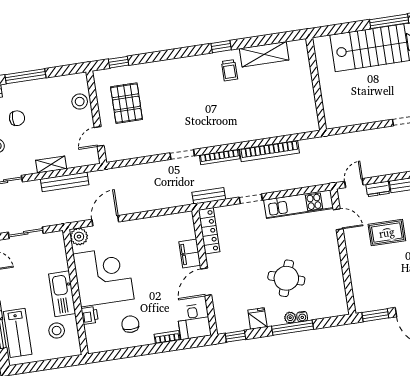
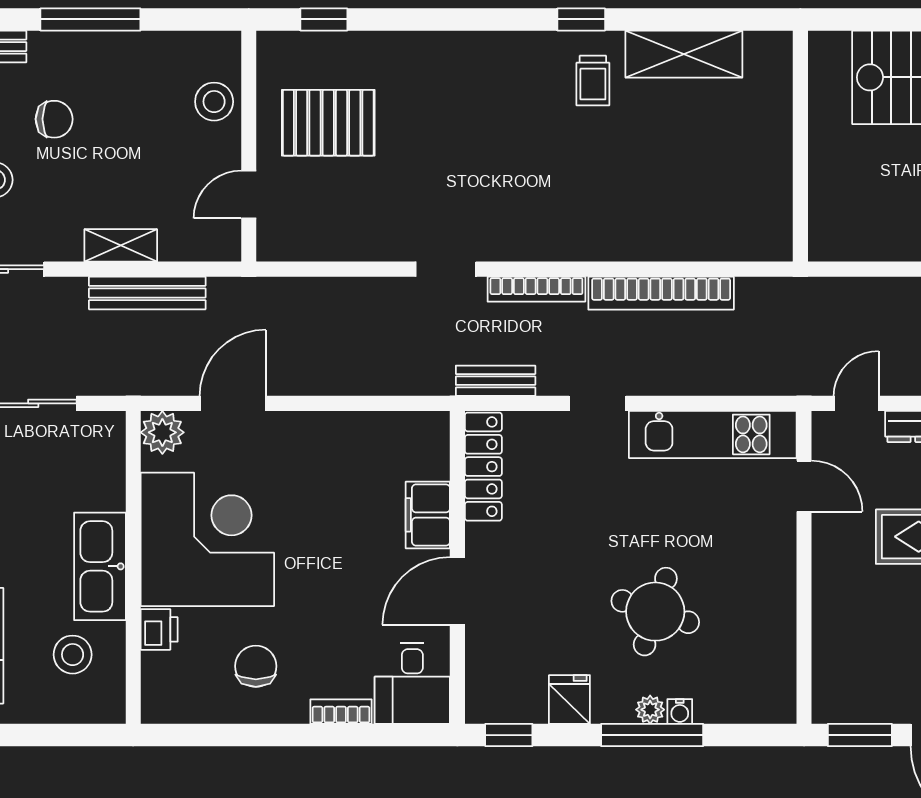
pallet: (126, 103) -> (328, 123), turned 90

